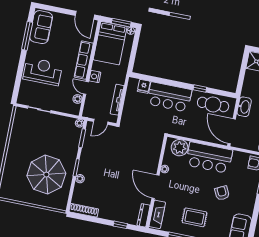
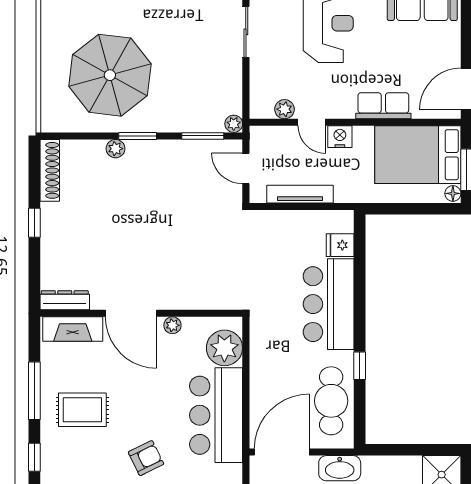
row of seats: (84, 60) -> (383, 106), width x0.68
door: (86, 88) -> (312, 122), swing flipped
door: (155, 187) -> (131, 313), swing flipped
rug: (194, 217) -> (82, 410), turned 90
window: (120, 225) -> (34, 223), moved

